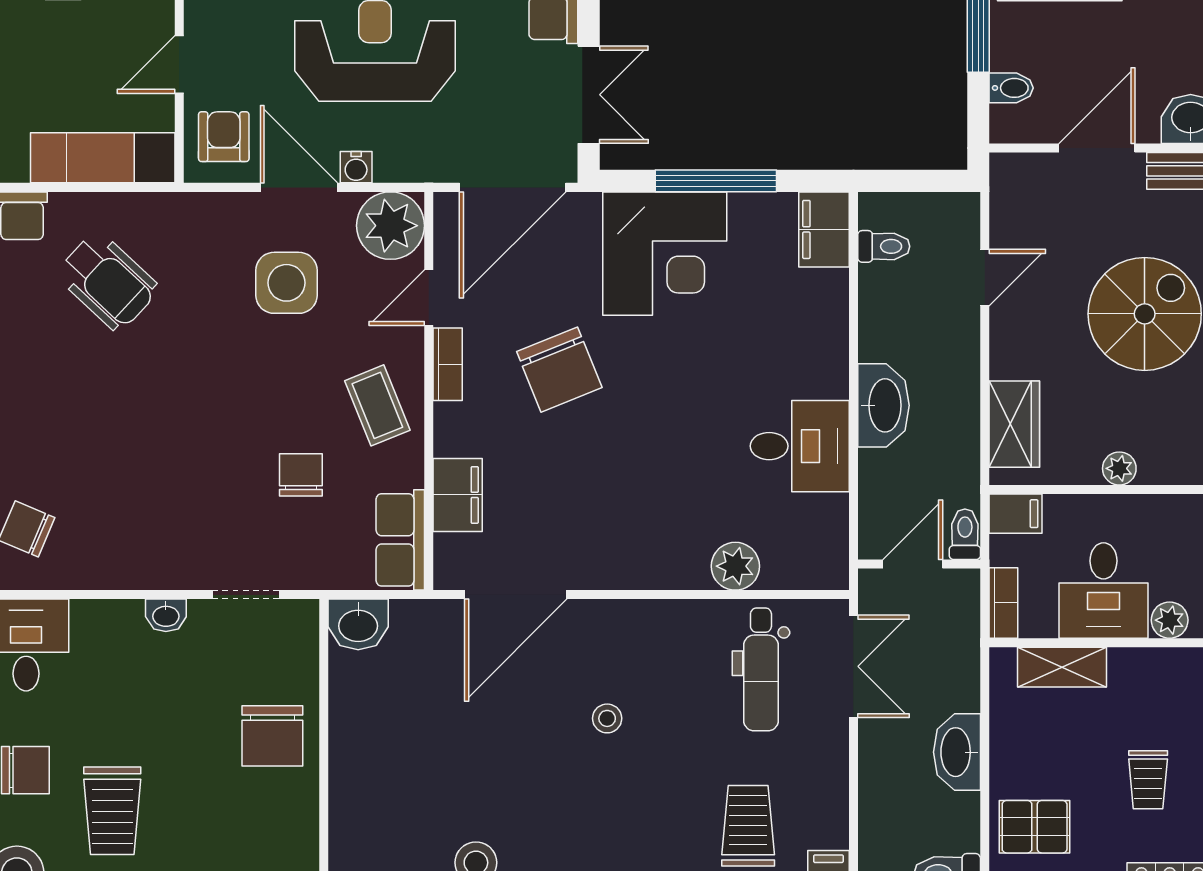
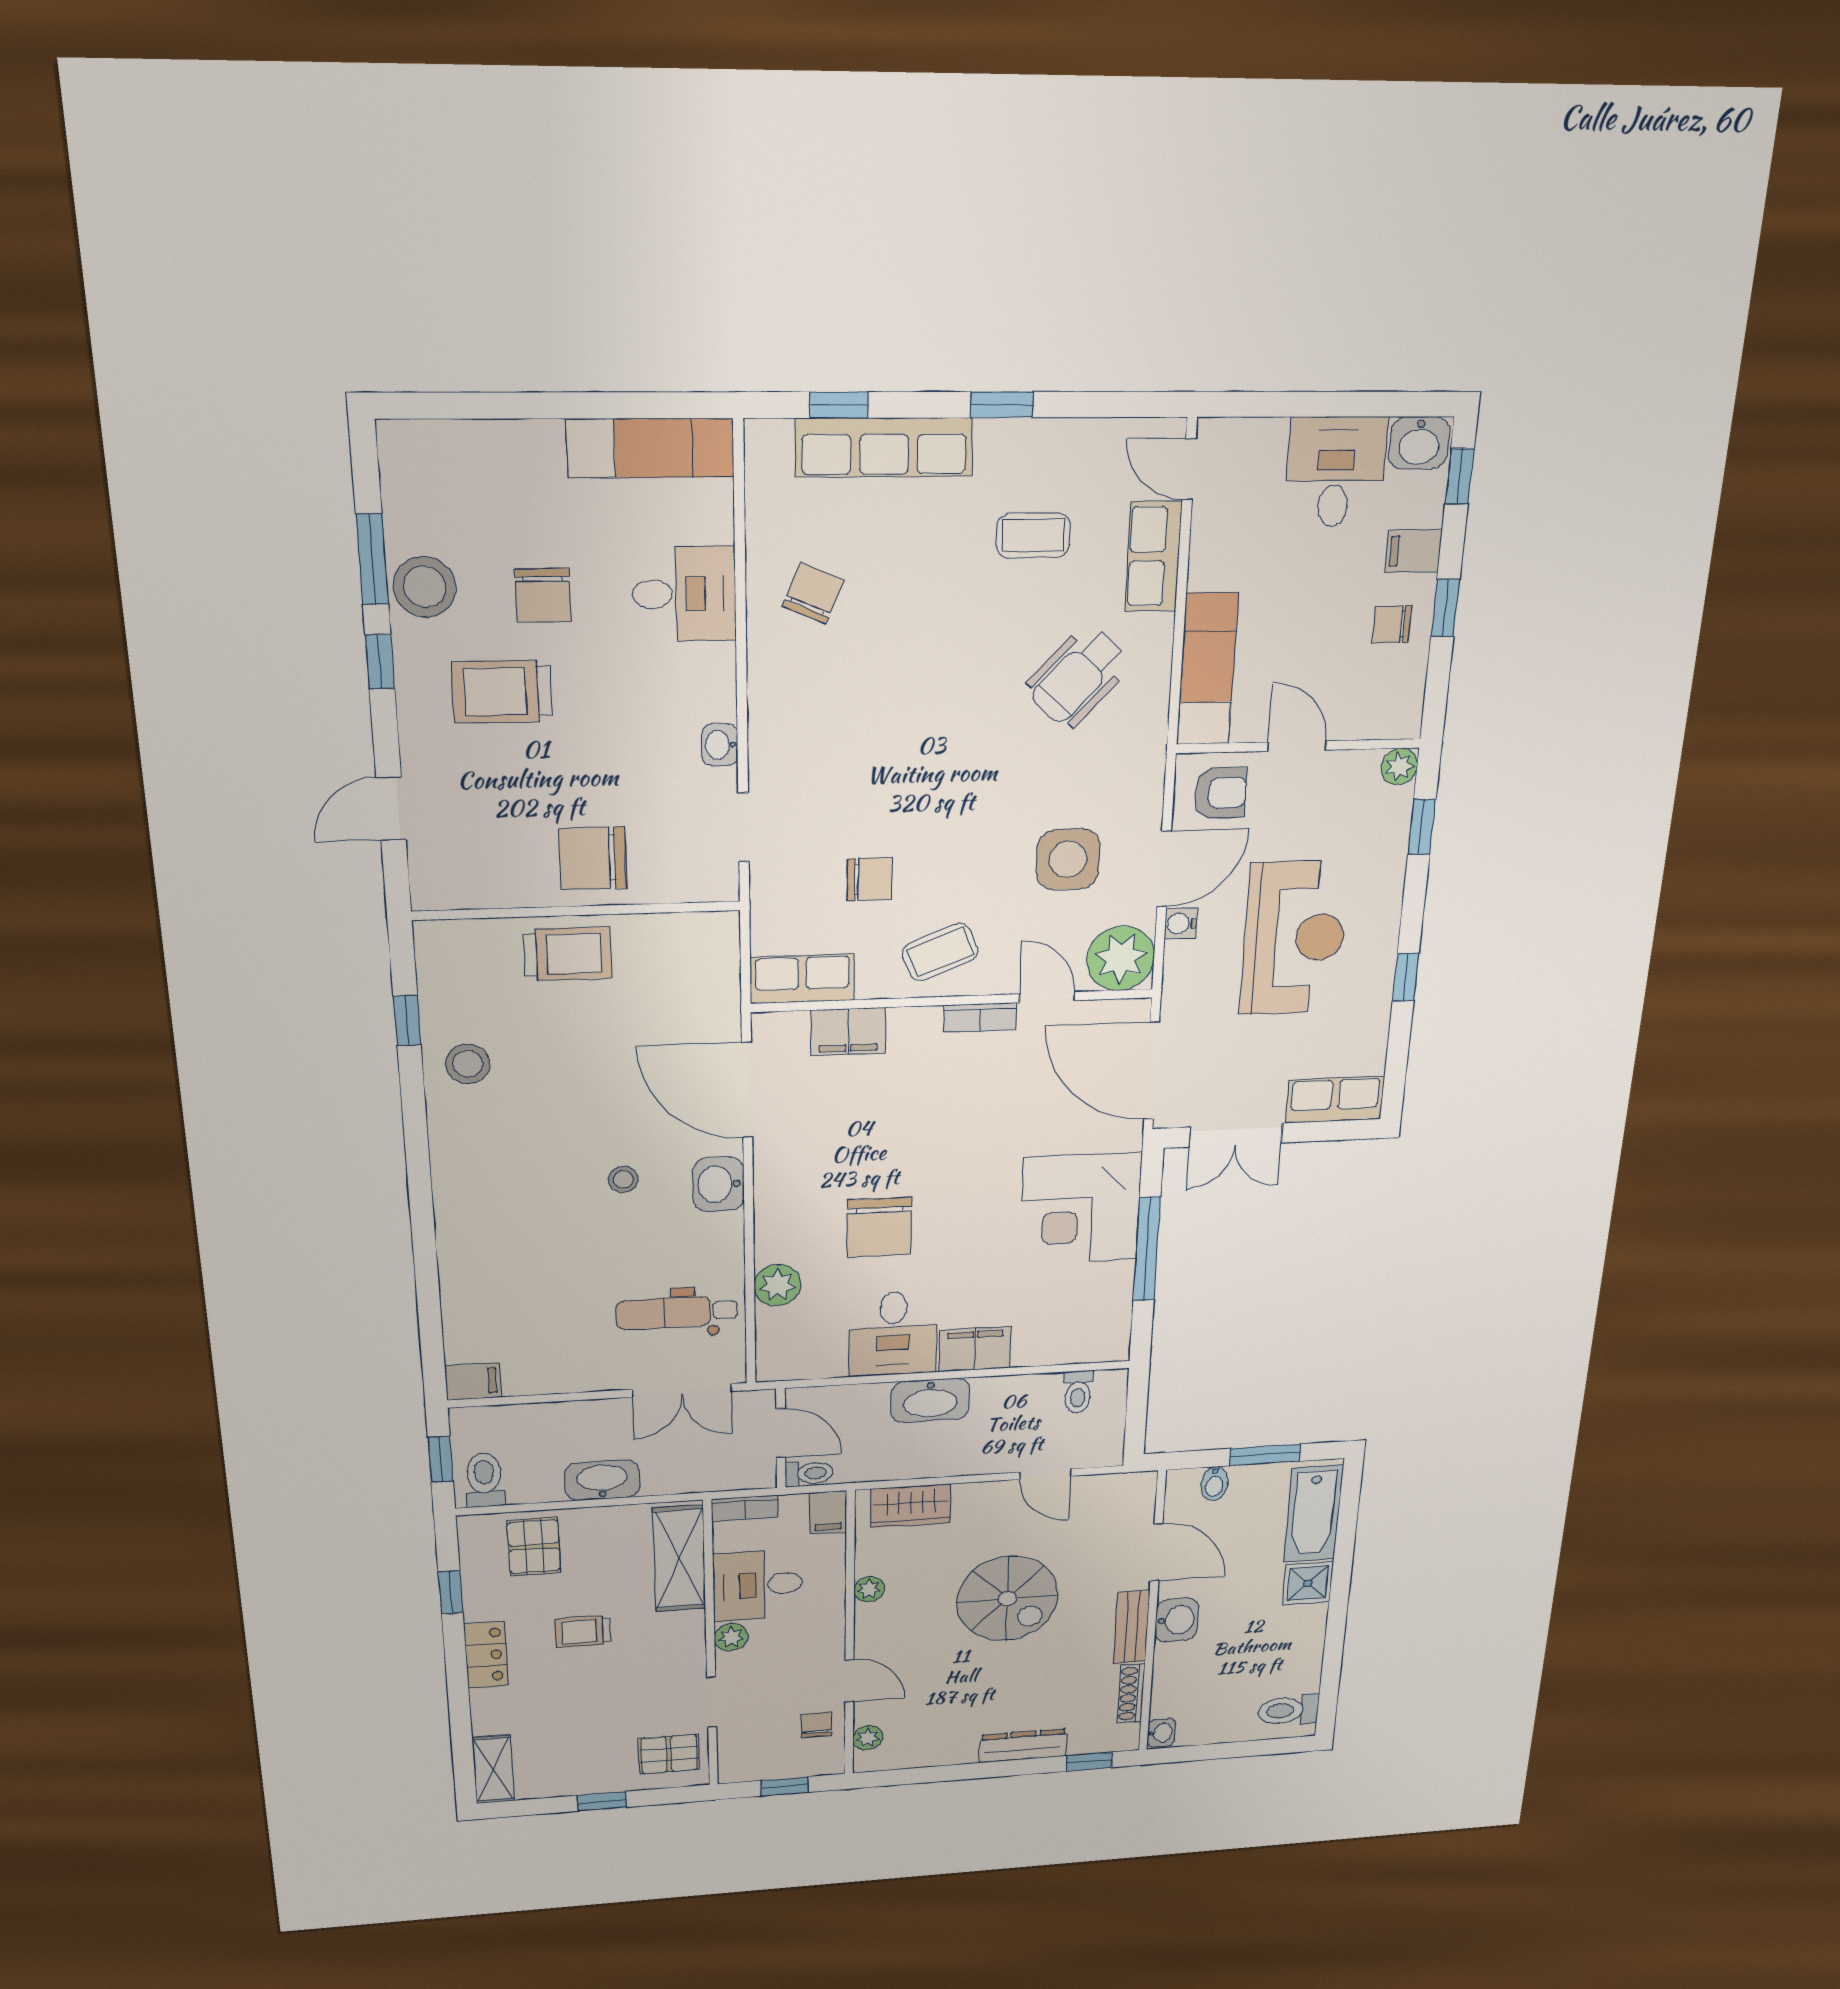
filing cabinet: (824, 229) -> (975, 1349), moved
chair: (559, 370) -> (879, 1227), moved, turned -68
washbasin: (358, 624) -> (719, 1184), moved
shelving: (1062, 667) -> (679, 1558), width x1.50, depth x1.33
trolley: (748, 826) -> (568, 954), moved

